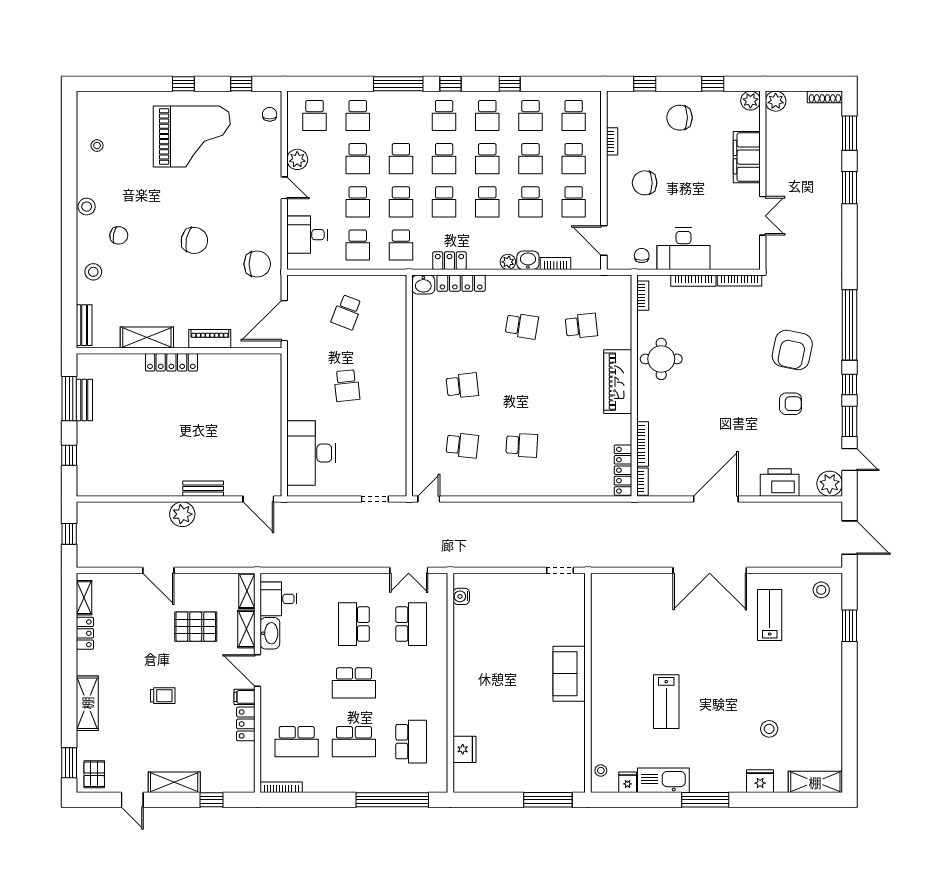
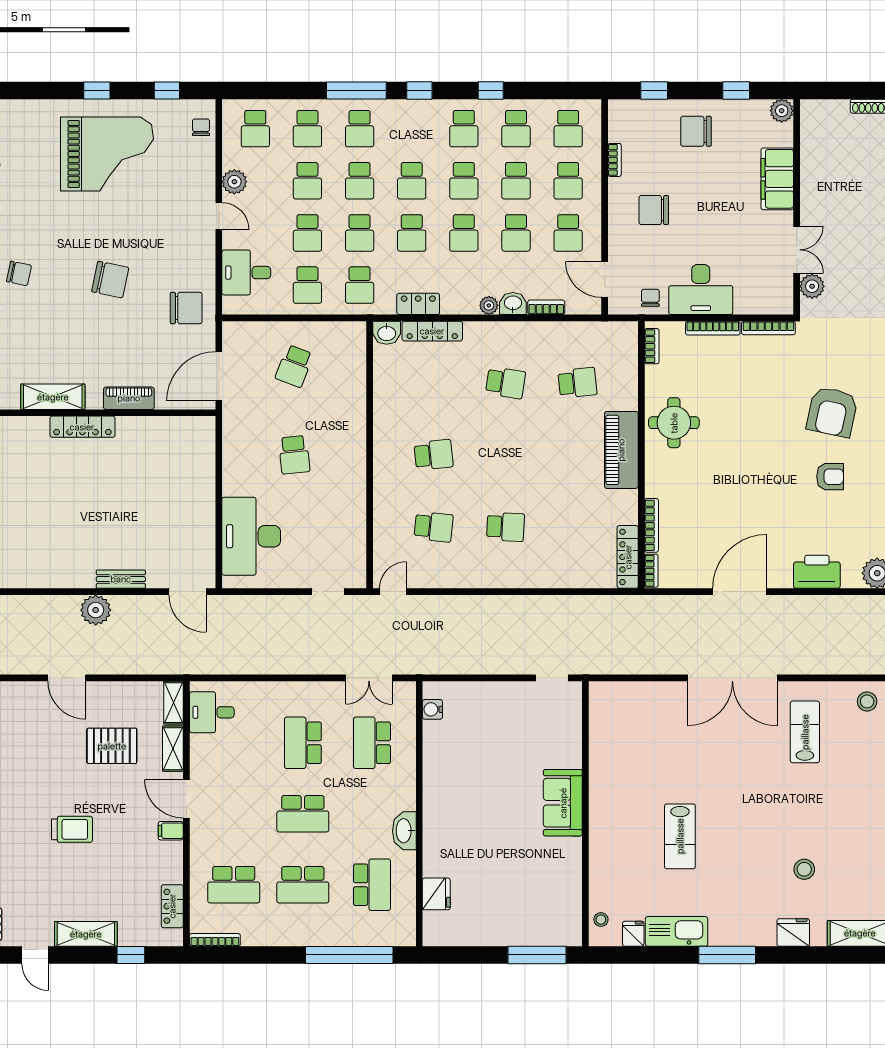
plant: (776, 101) -> (812, 286), moved
school desk: (444, 115) -> (360, 129), moved
school desk: (411, 624) -> (372, 743), turned 180
washbasin: (270, 633) -> (404, 831), moved, turned 180
trolley: (163, 696) -> (72, 829), width x1.36, depth x1.39
locker: (246, 724) -> (172, 906), moved

